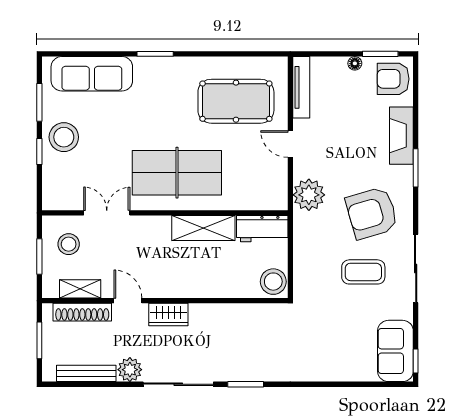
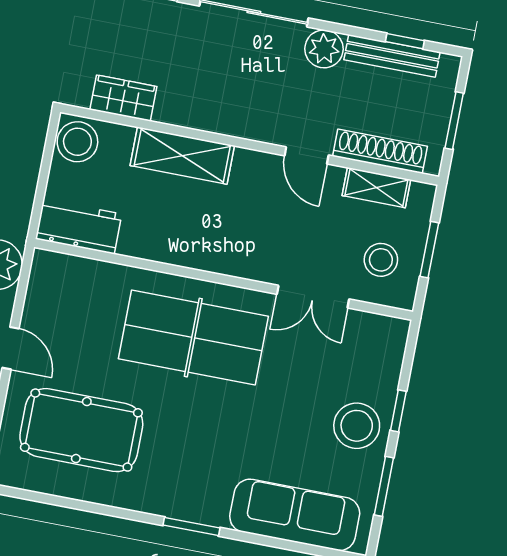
shelving: (203, 228) -> (182, 156), moved
wardrobe: (168, 315) -> (123, 98), moved
window: (80, 384) -> (405, 41), added

